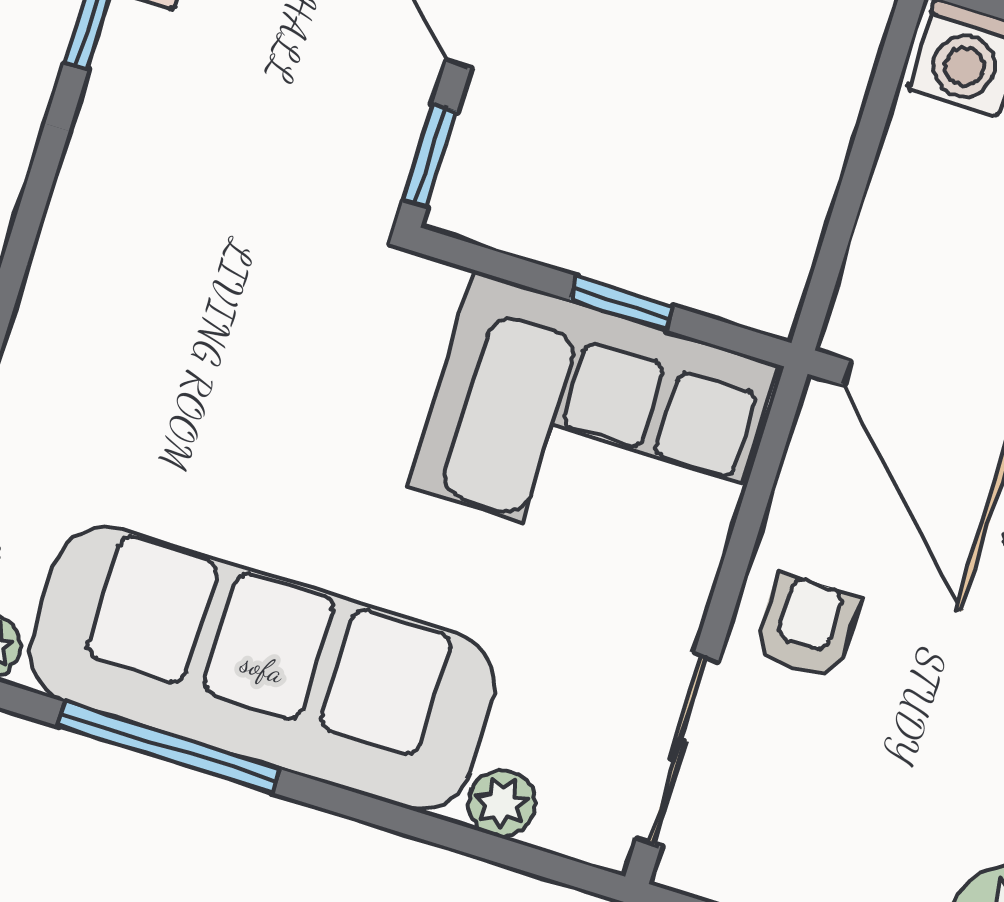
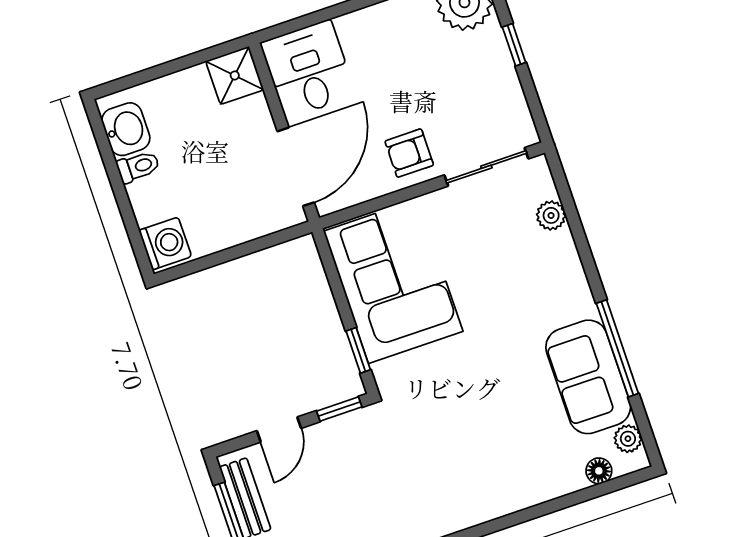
window: (622, 303) -> (358, 350), moved
sofa: (262, 668) -> (588, 377), width x0.54, depth x0.79

